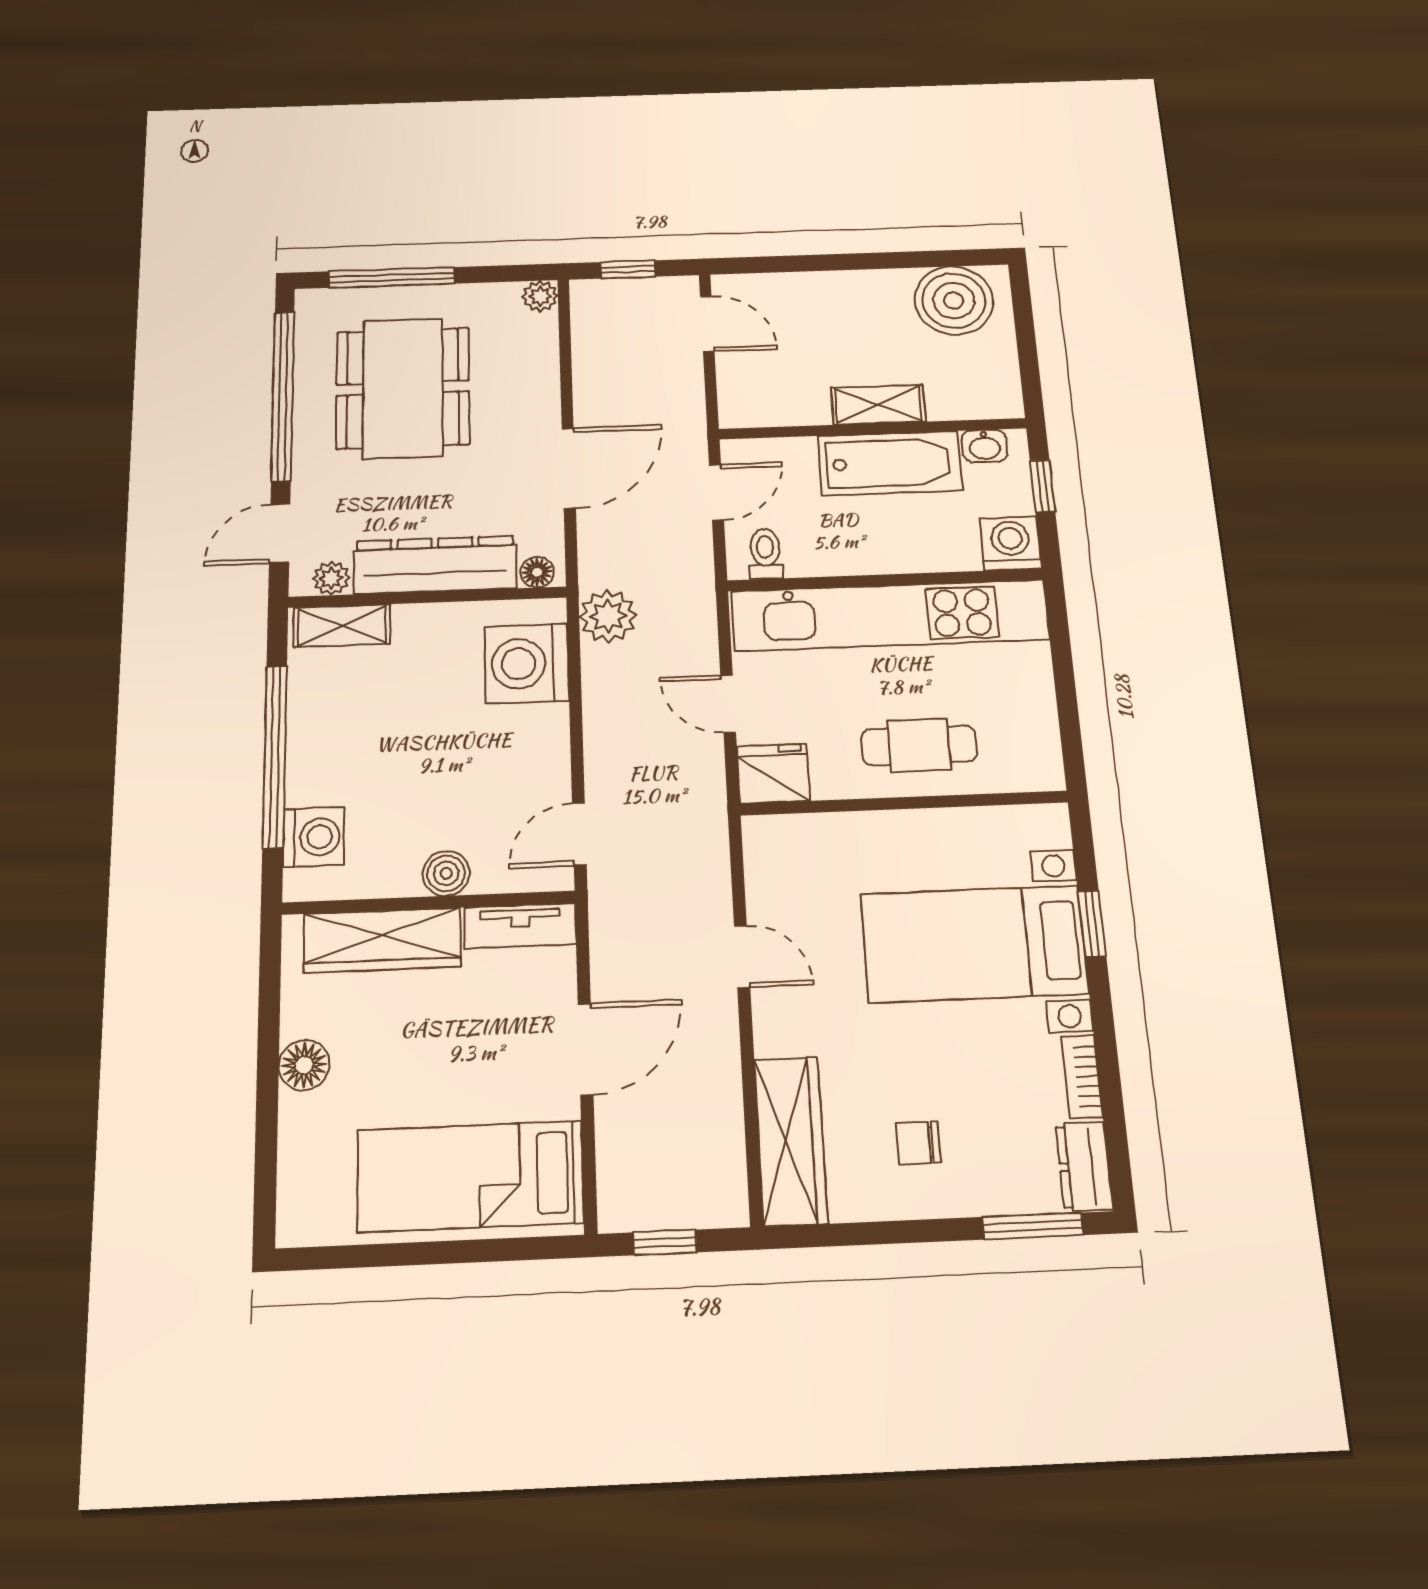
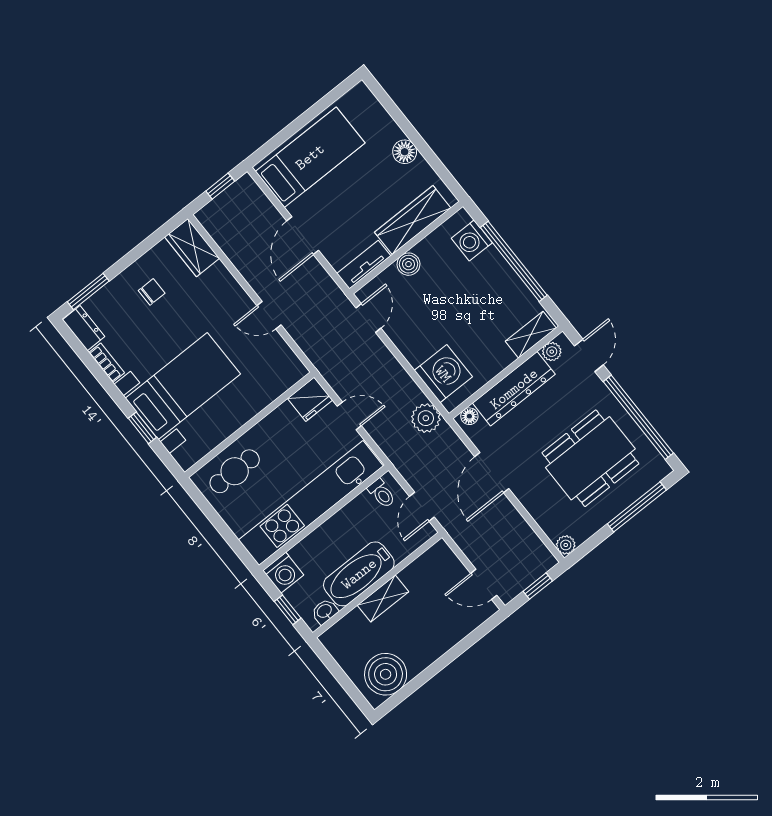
dining table: (403, 388) -> (590, 458), turned 90
cafe table: (919, 745) -> (235, 471), moved
wardrobe: (791, 1141) -> (192, 248), width x0.67

